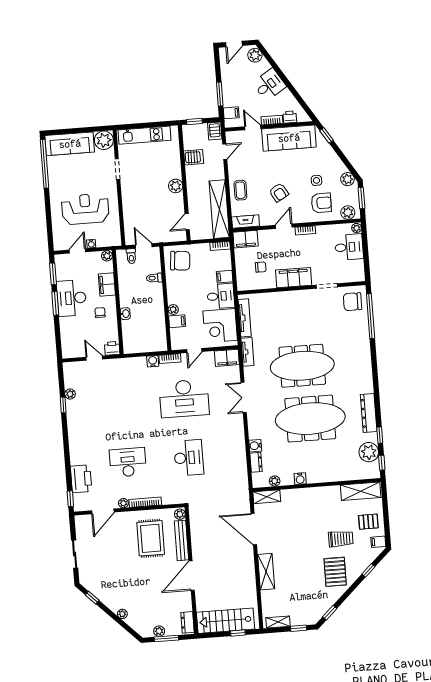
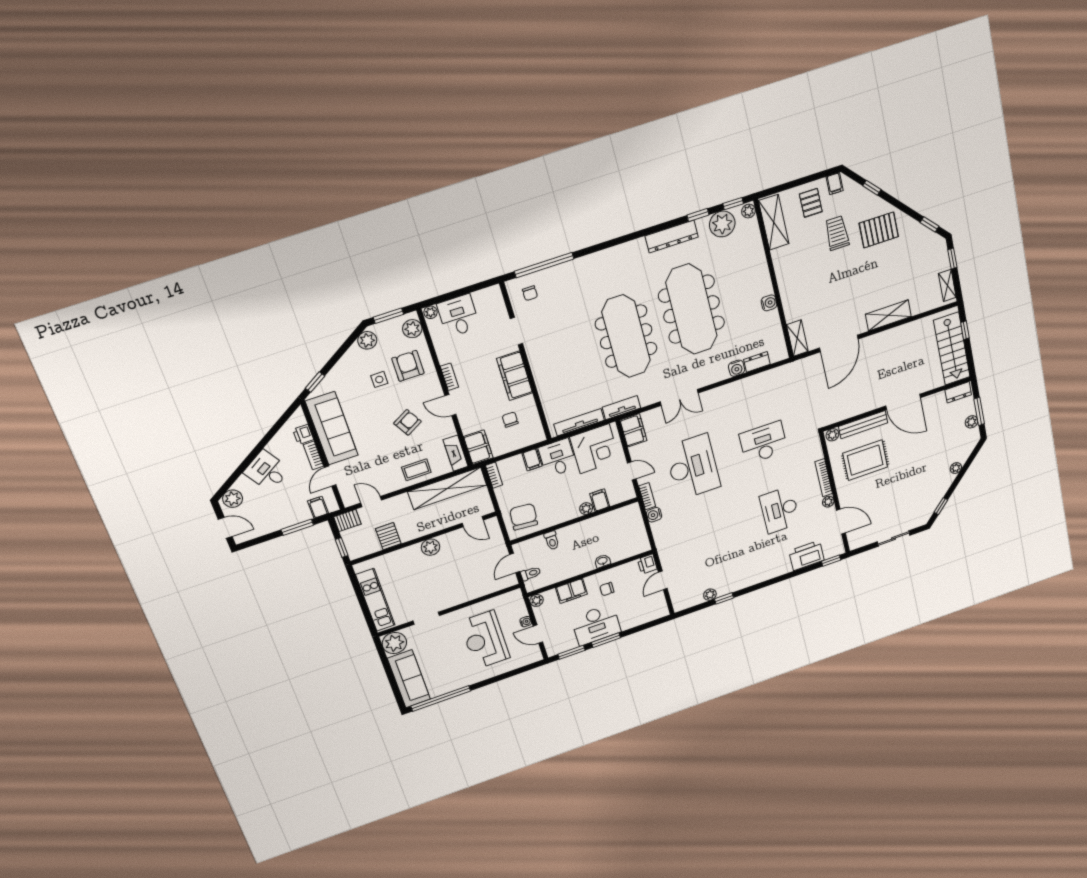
chair: (352, 302) -> (530, 293), width x0.54, depth x0.54
plant: (275, 481) -> (749, 211), moved

